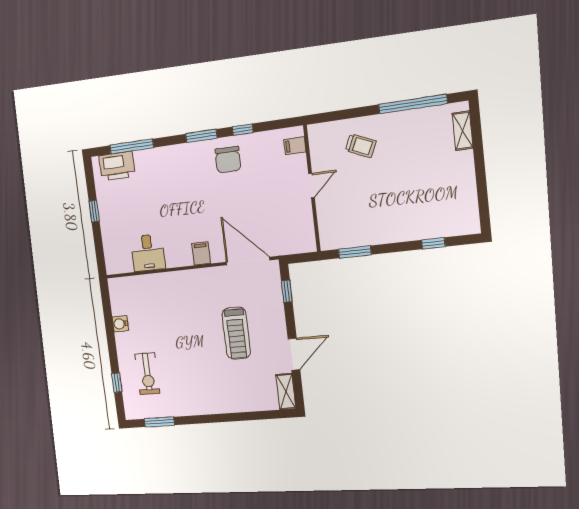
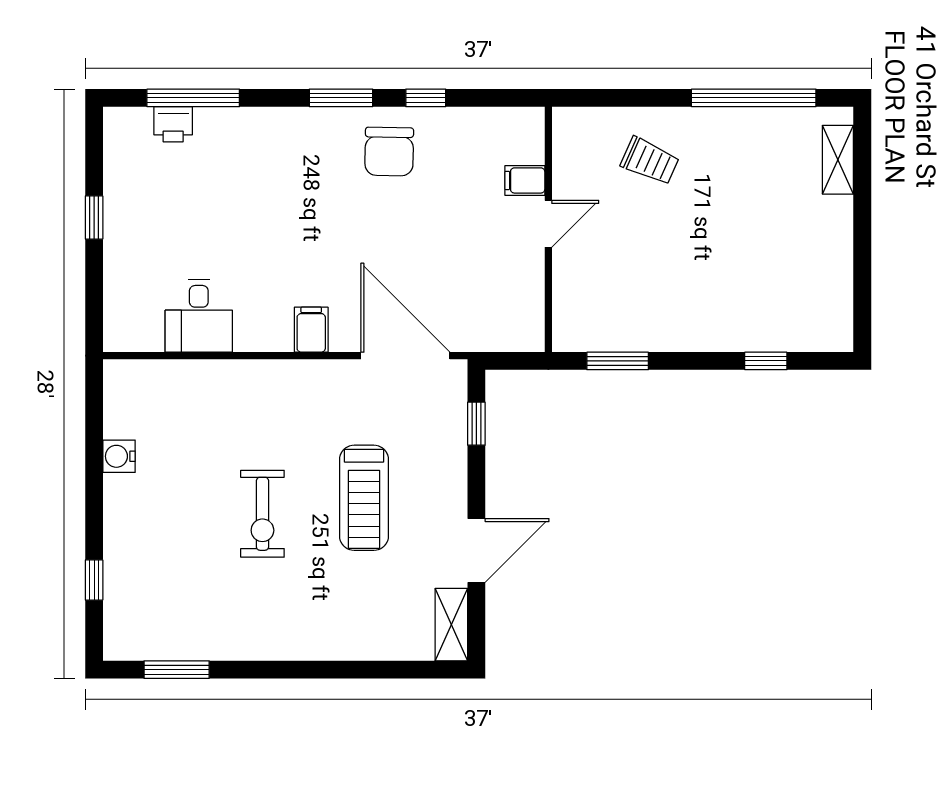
filing cabinet: (295, 146) -> (525, 180), moved
printer: (117, 166) -> (173, 124), width x0.53, depth x0.68
exercise bike: (147, 374) -> (262, 514), moved

